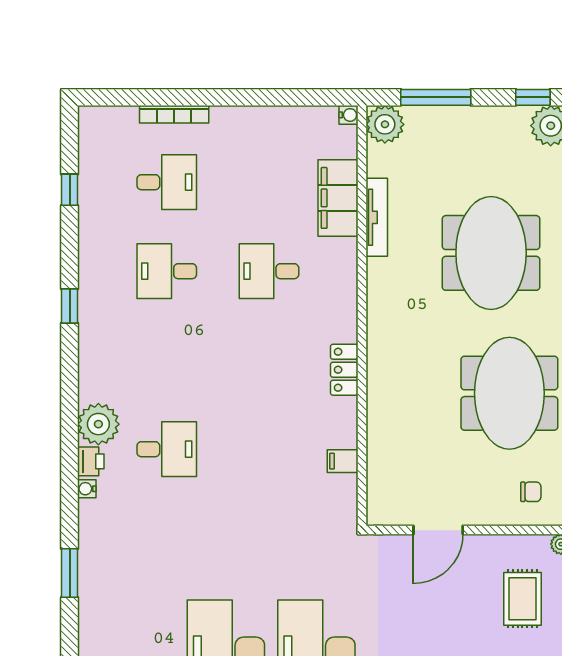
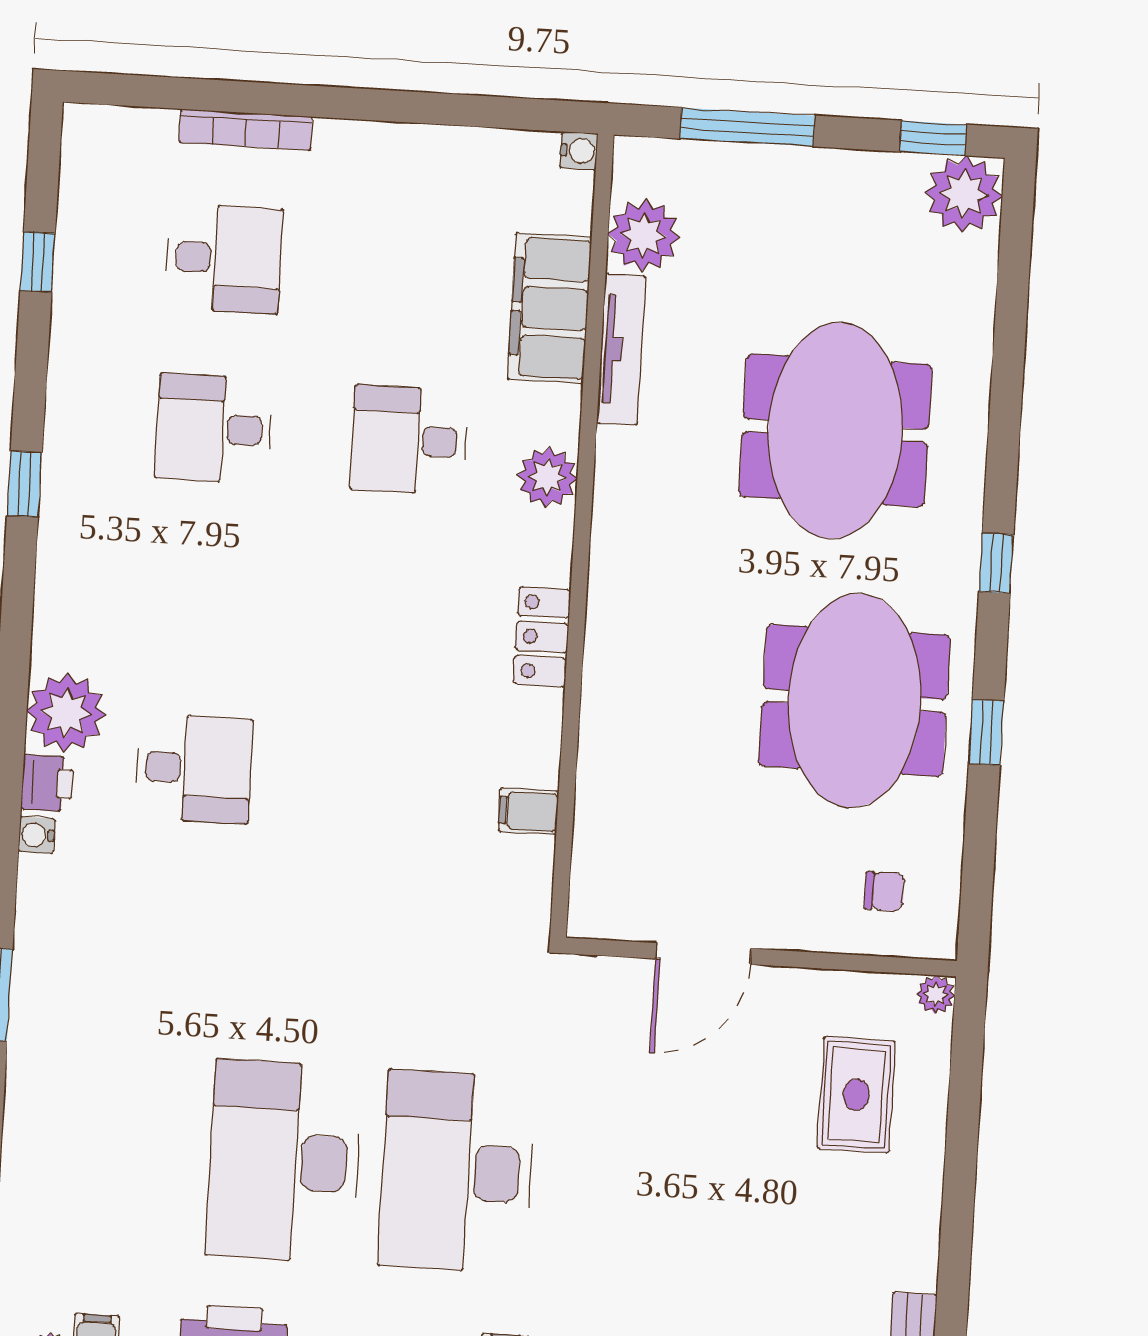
plant: (385, 124) -> (644, 235), moved
plant: (342, 286) -> (548, 477), added

